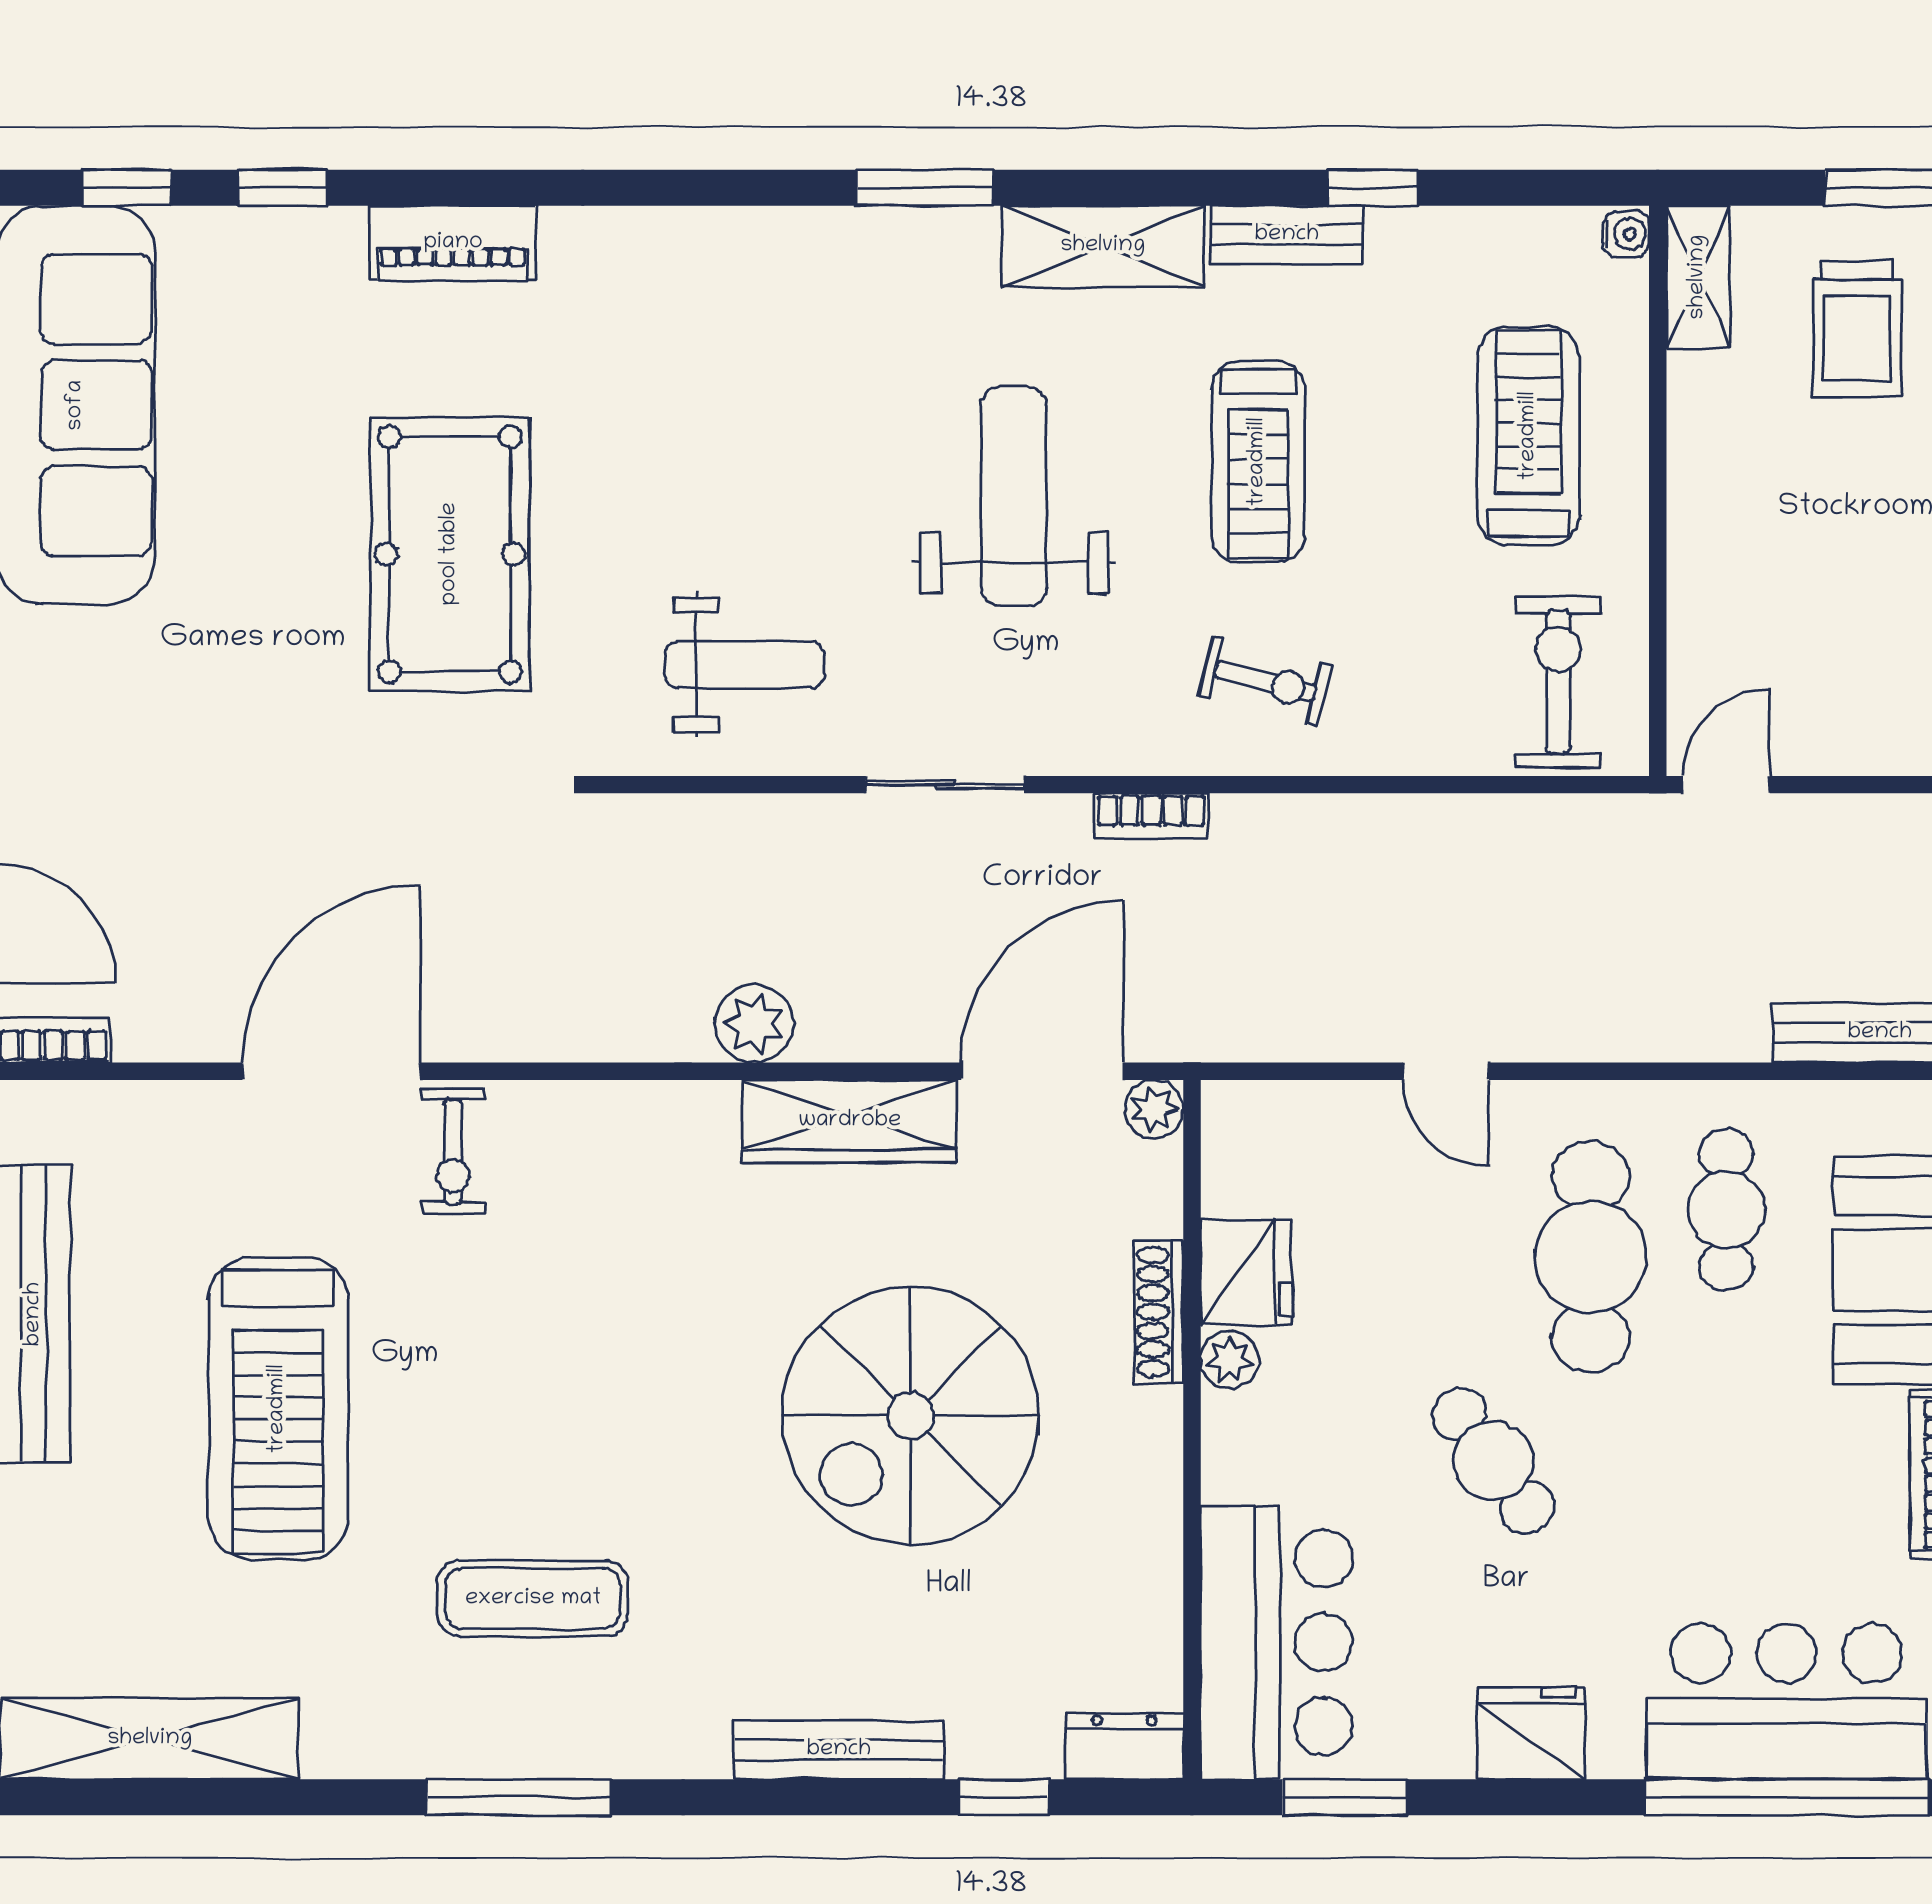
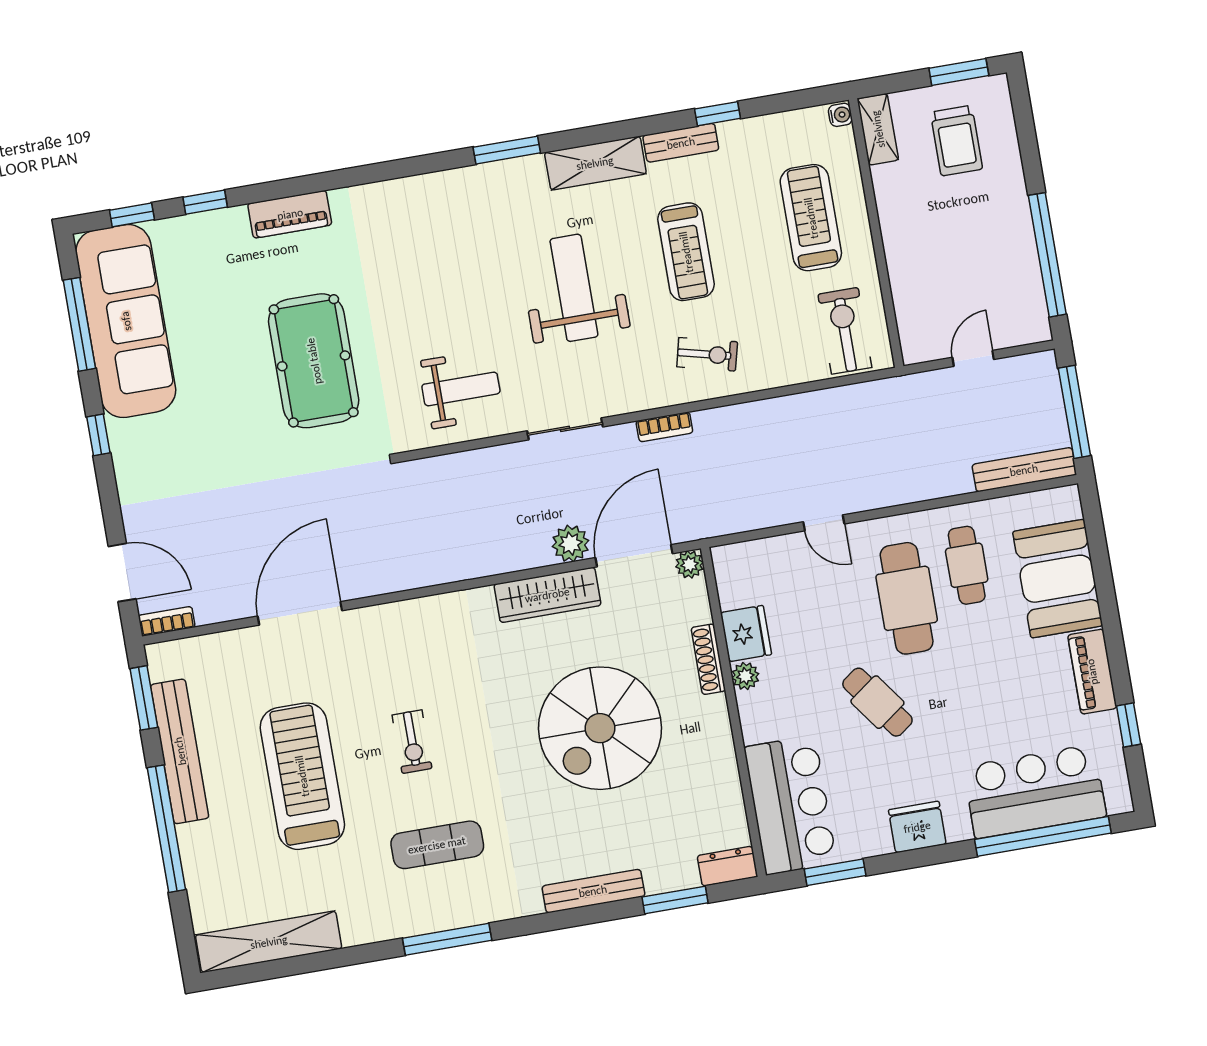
door: (1726, 785) -> (973, 358), moved
plant: (754, 1024) -> (571, 544), moved
exercise bike: (453, 1152) -> (412, 742), moved
treadmill: (278, 1409) -> (302, 776), turned 180
window: (1004, 1797) -> (675, 900), width x1.50

